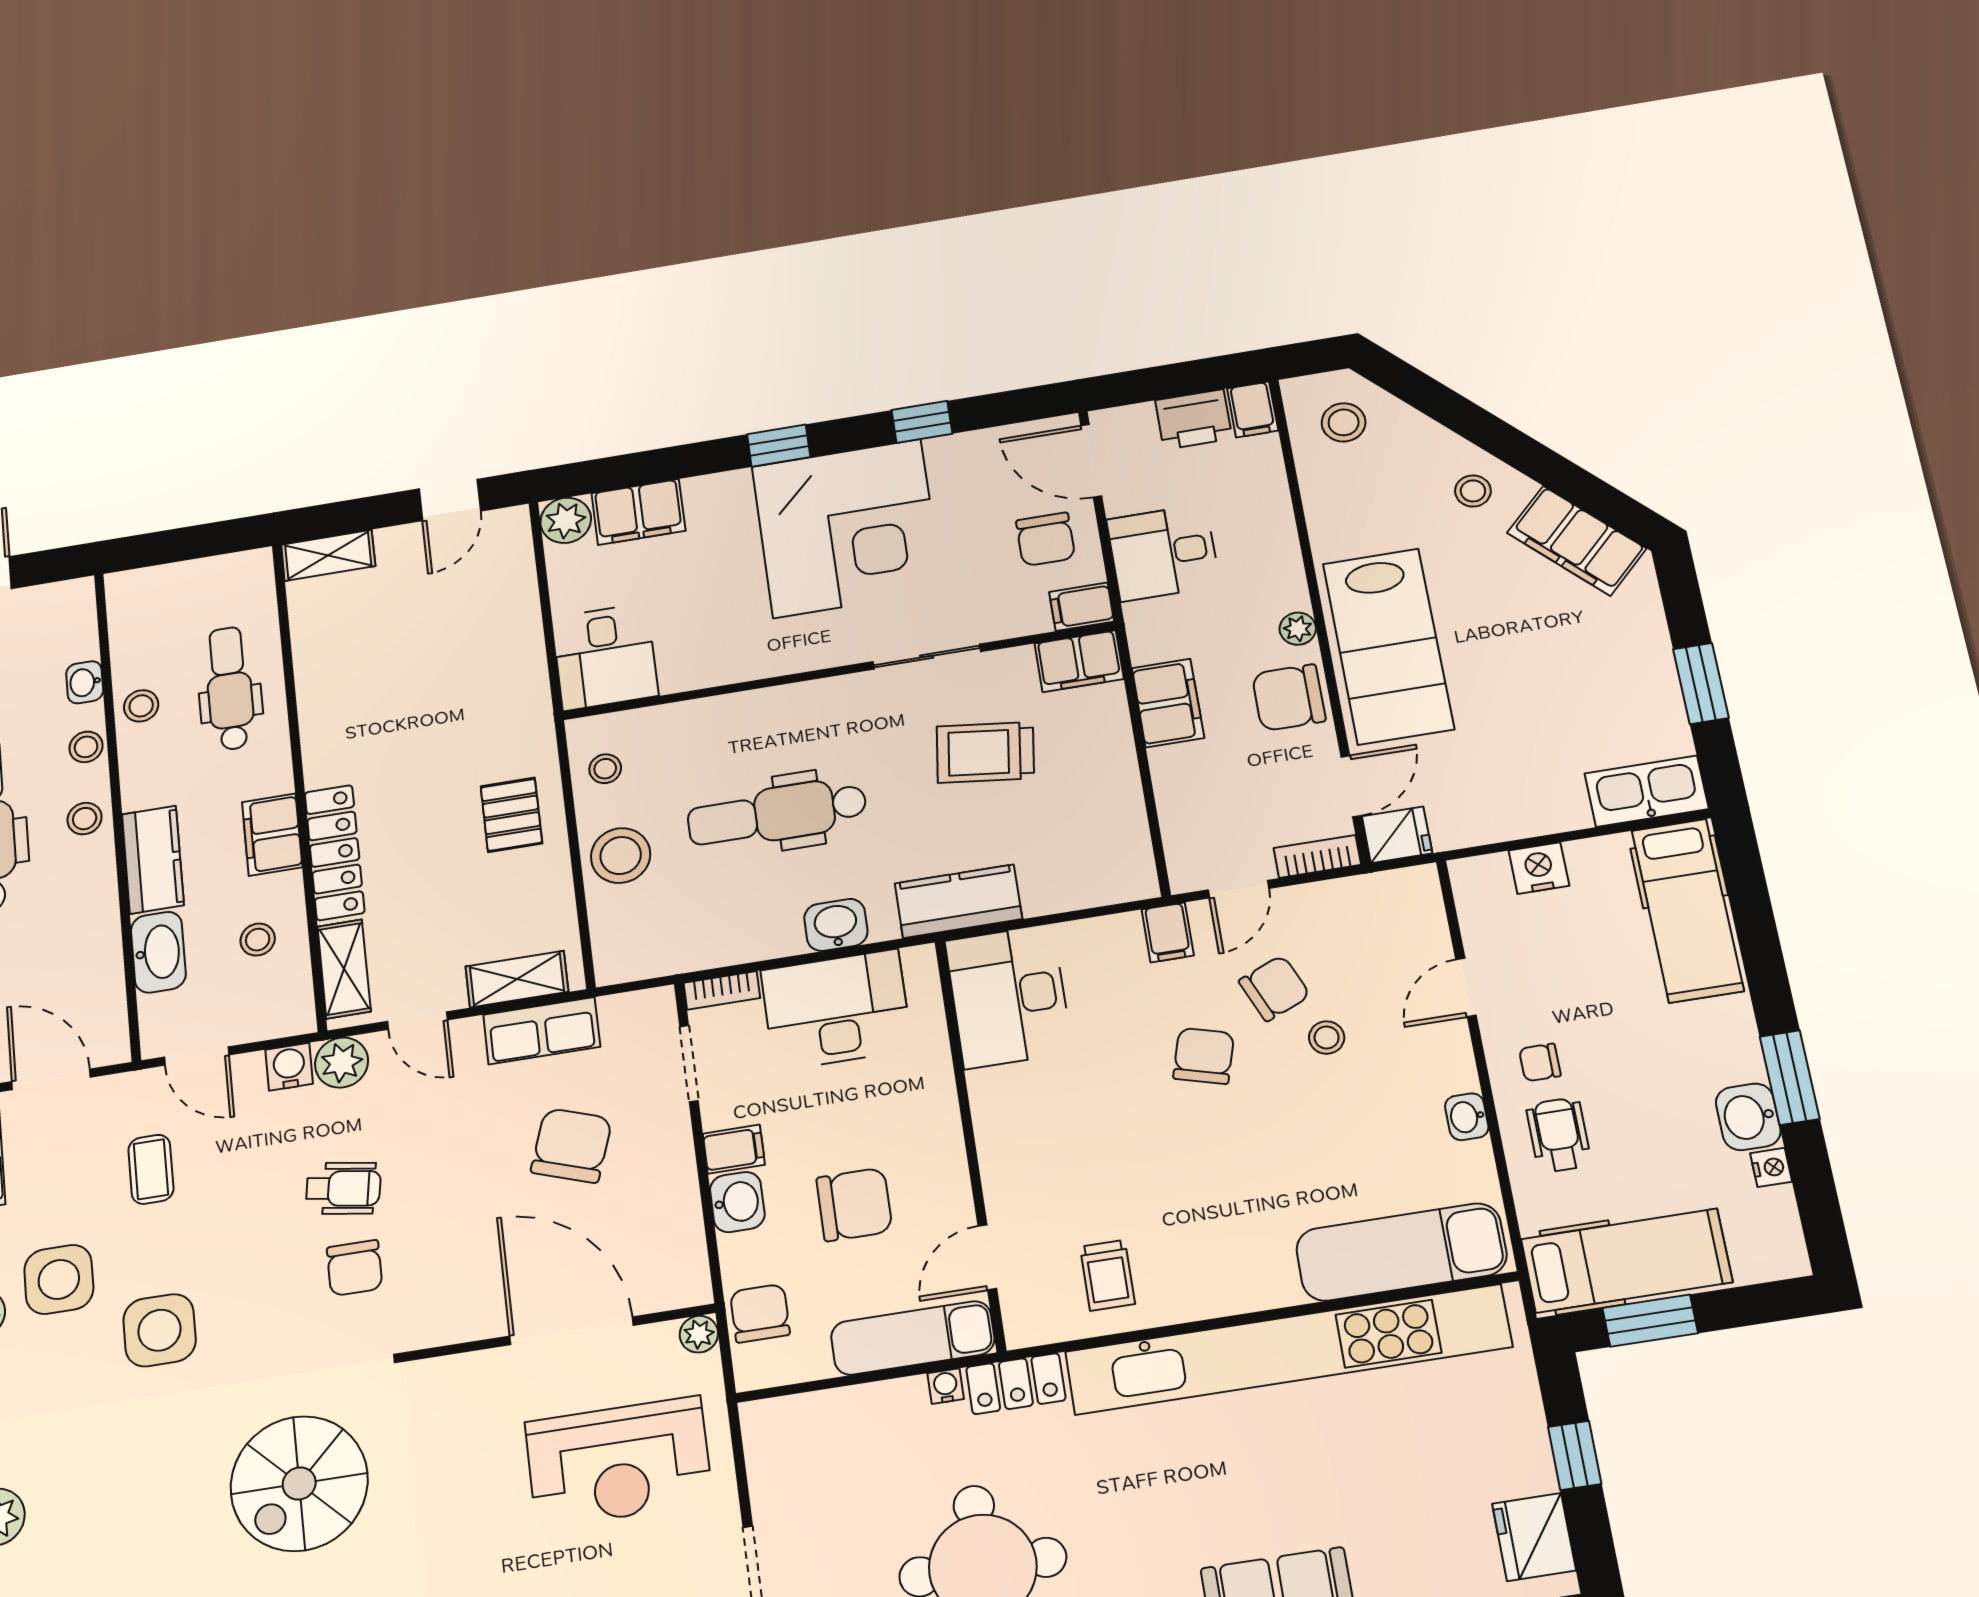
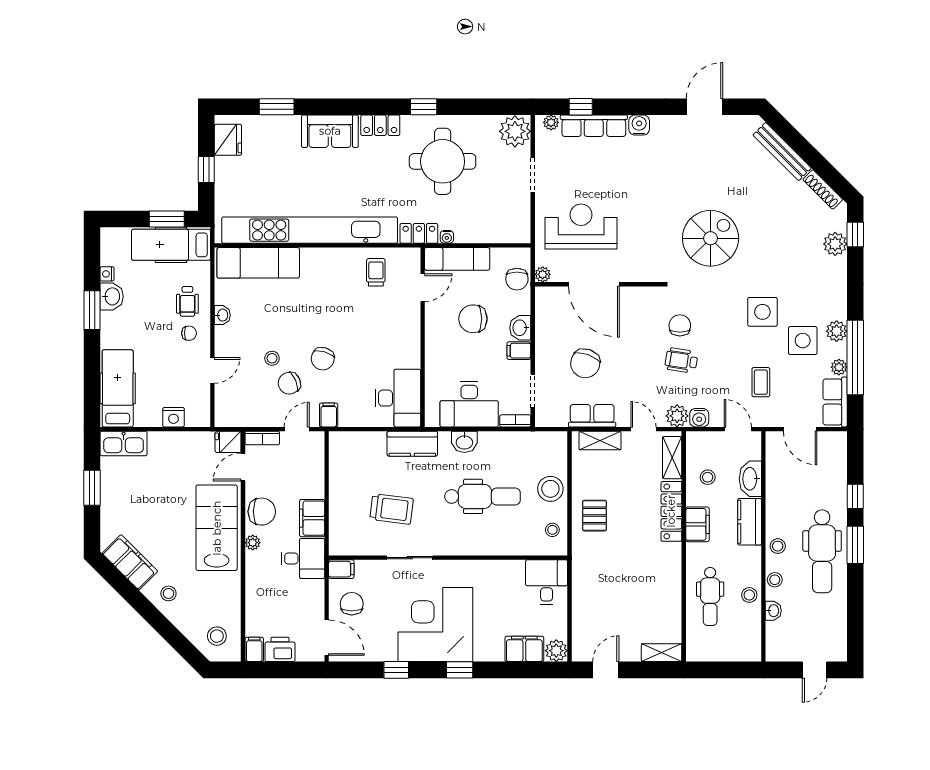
desk: (1163, 553) -> (303, 558), moved
filing cabinet: (1079, 661) -> (346, 544), removed

